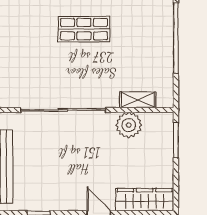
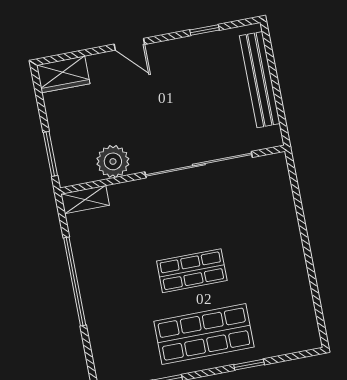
shelving: (138, 100) -> (85, 200), moved
wardrobe: (145, 200) -> (63, 74), width x0.67

